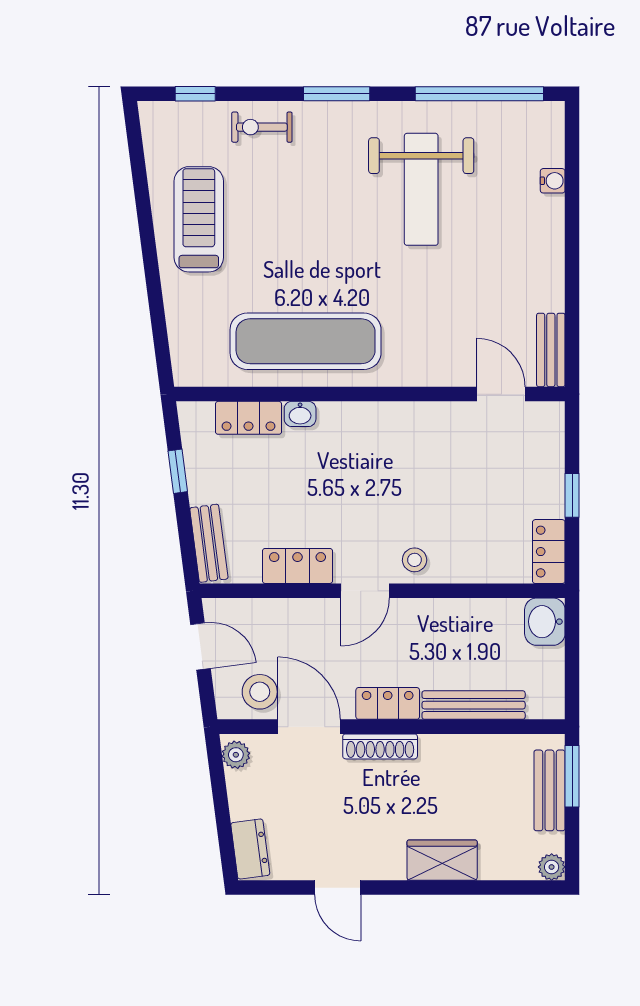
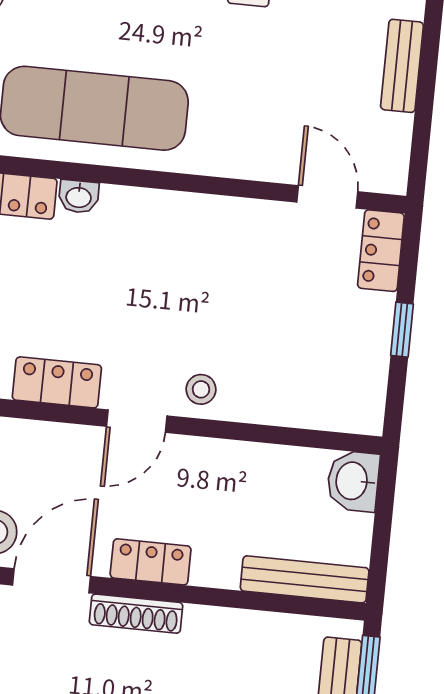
bench: (551, 350) -> (402, 66), moved
locker: (549, 552) -> (381, 251), moved
bench: (474, 705) -> (305, 579), moved
door: (309, 727) -> (52, 581), hinge flipped

